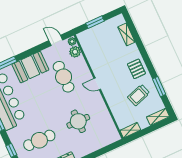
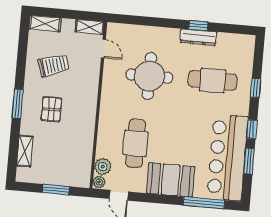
pallet: (136, 69) -> (51, 109), moved
door: (97, 84) -> (103, 49), moved
window: (159, 87) -> (18, 104), moved
round table: (78, 121) -> (149, 76), width x1.36, depth x1.36

